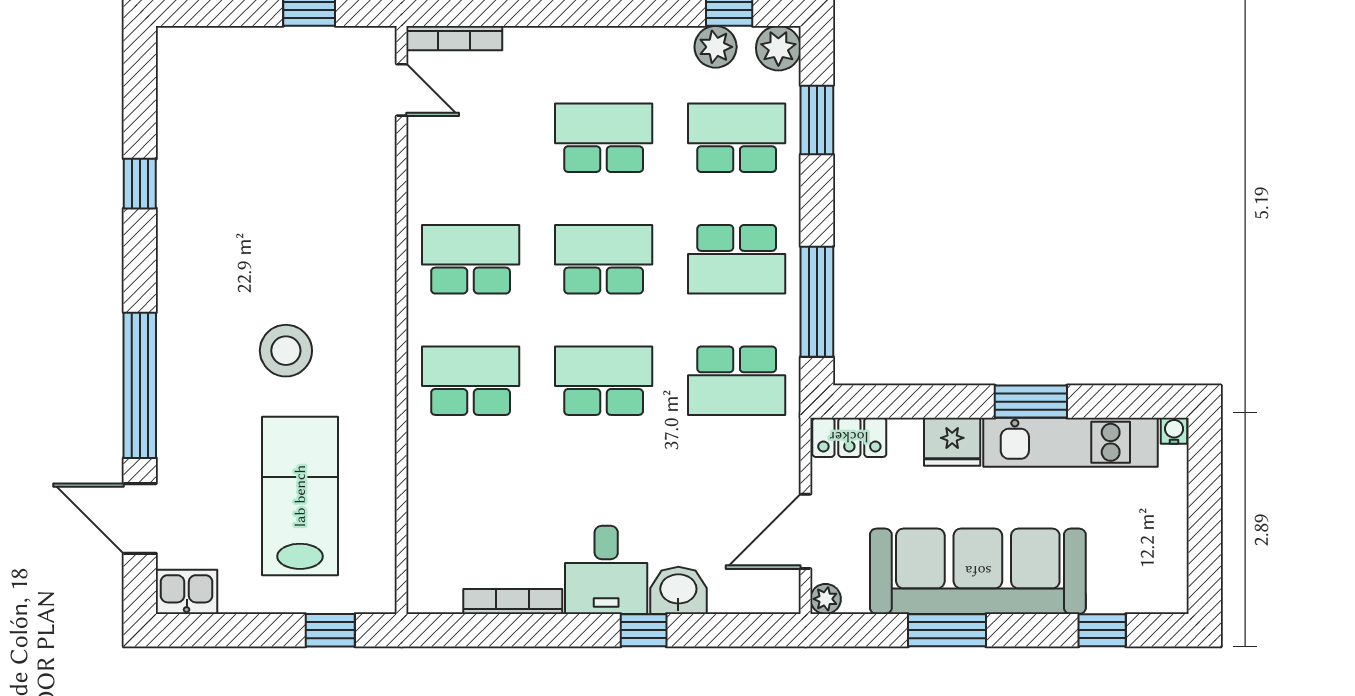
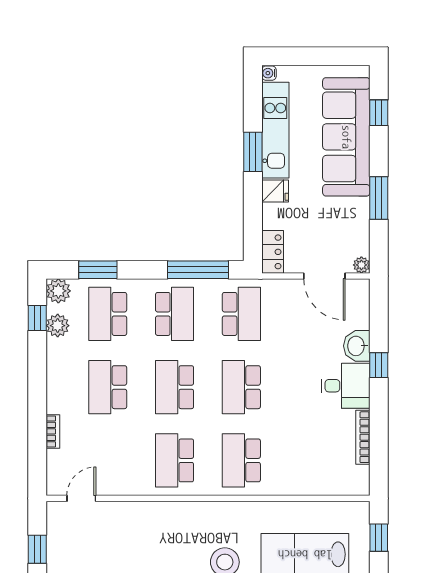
bookcase: (454, 38) -> (53, 431), moved, width x0.64
fridge: (952, 442) -> (275, 191), width x0.72
sofa: (978, 571) -> (346, 137), moved

